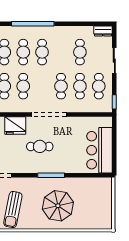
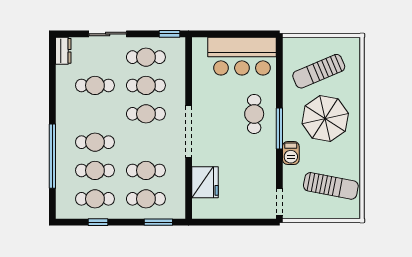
cafe table: (40, 146) -> (254, 114), moved
barbecue: (35, 183) -> (291, 153), added
sun lounger: (89, 201) -> (319, 71), added

